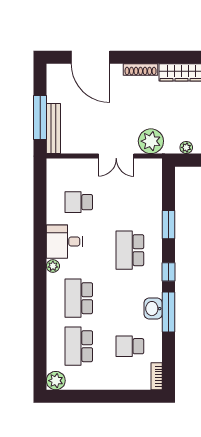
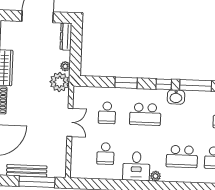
bench: (53, 129) -> (27, 171), moved
plant: (151, 141) -> (60, 82), moved
school desk: (130, 202) -> (107, 113), added
washbasin: (153, 309) -> (176, 97), moved

